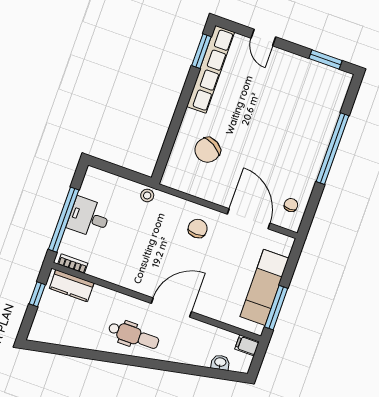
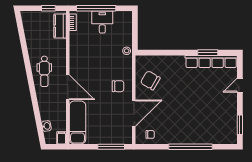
window: (201, 51) -> (208, 53), moved
chair: (208, 150) -> (150, 80), moved
exam couch: (264, 287) -> (78, 122), moved, turned 90
window: (276, 308) -> (111, 147), moved

